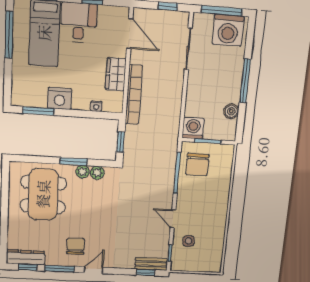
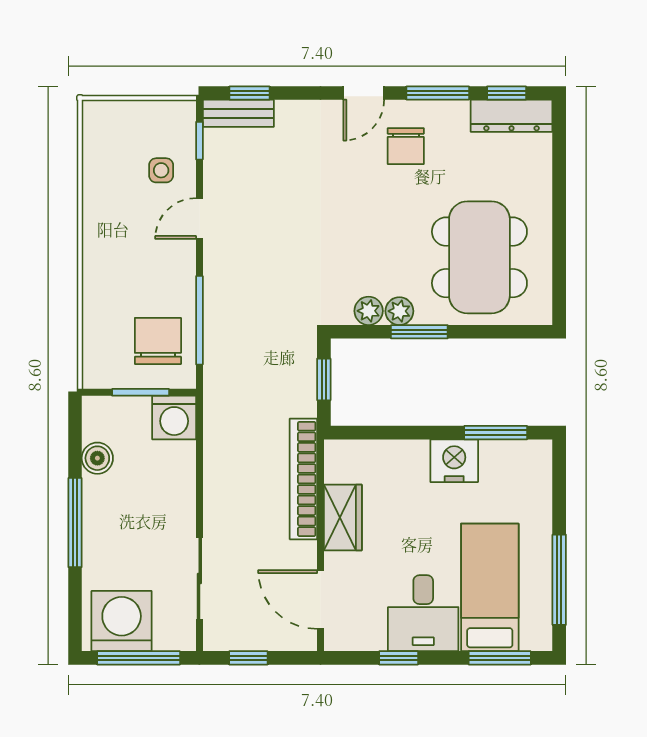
nightstand: (96, 106) -> (379, 450), removed
door: (173, 219) -> (199, 218), swing flipped

